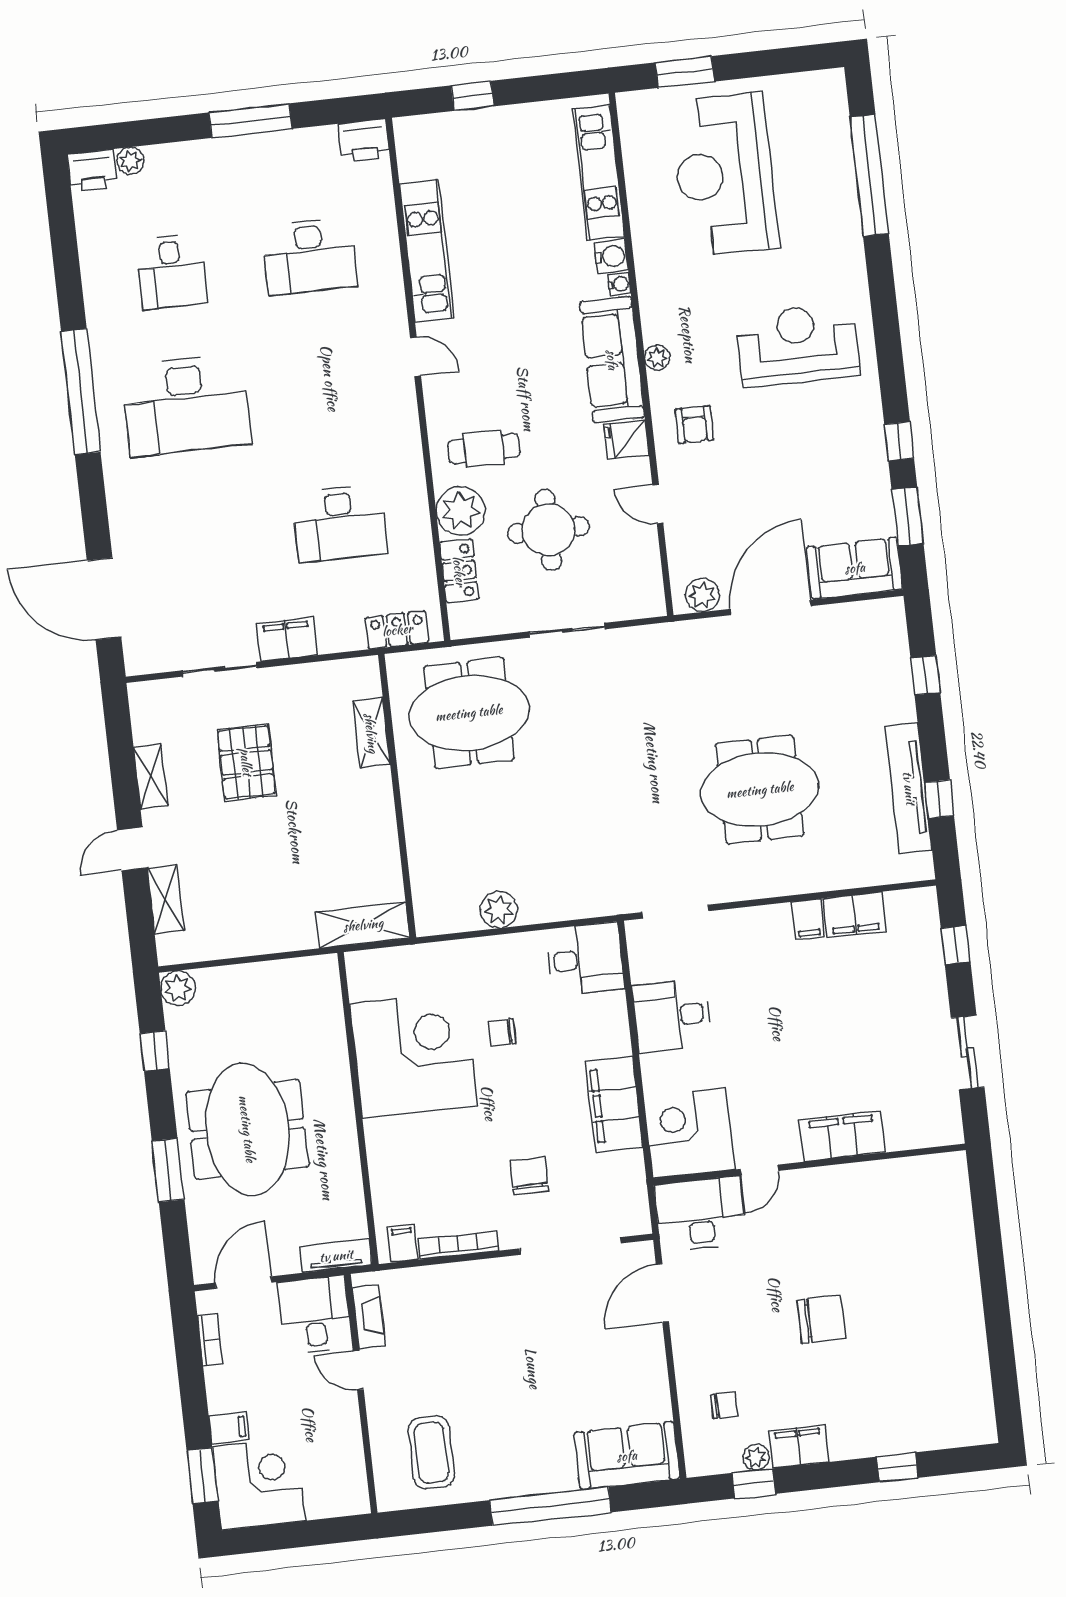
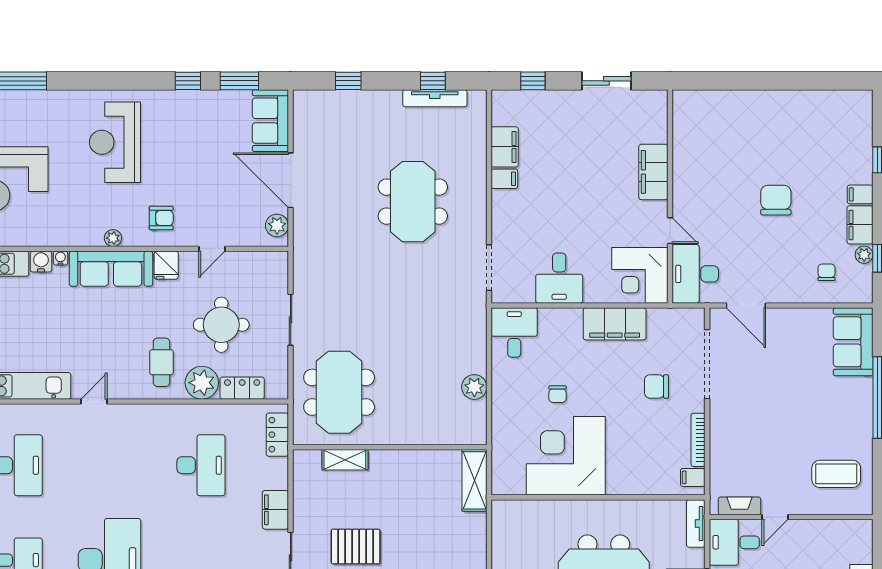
tv unit: (909, 788) -> (435, 98), width x0.73, depth x0.78
filing cabinet: (843, 1442) -> (860, 194), added

